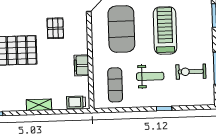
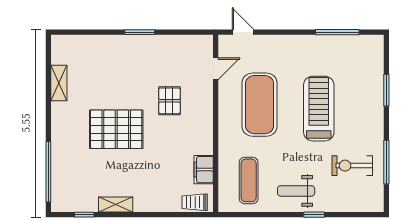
filing cabinet: (82, 65) -> (204, 170), moved
weight bench: (150, 76) -> (296, 191), moved, turned 180
shelving: (39, 105) -> (116, 204), moved

